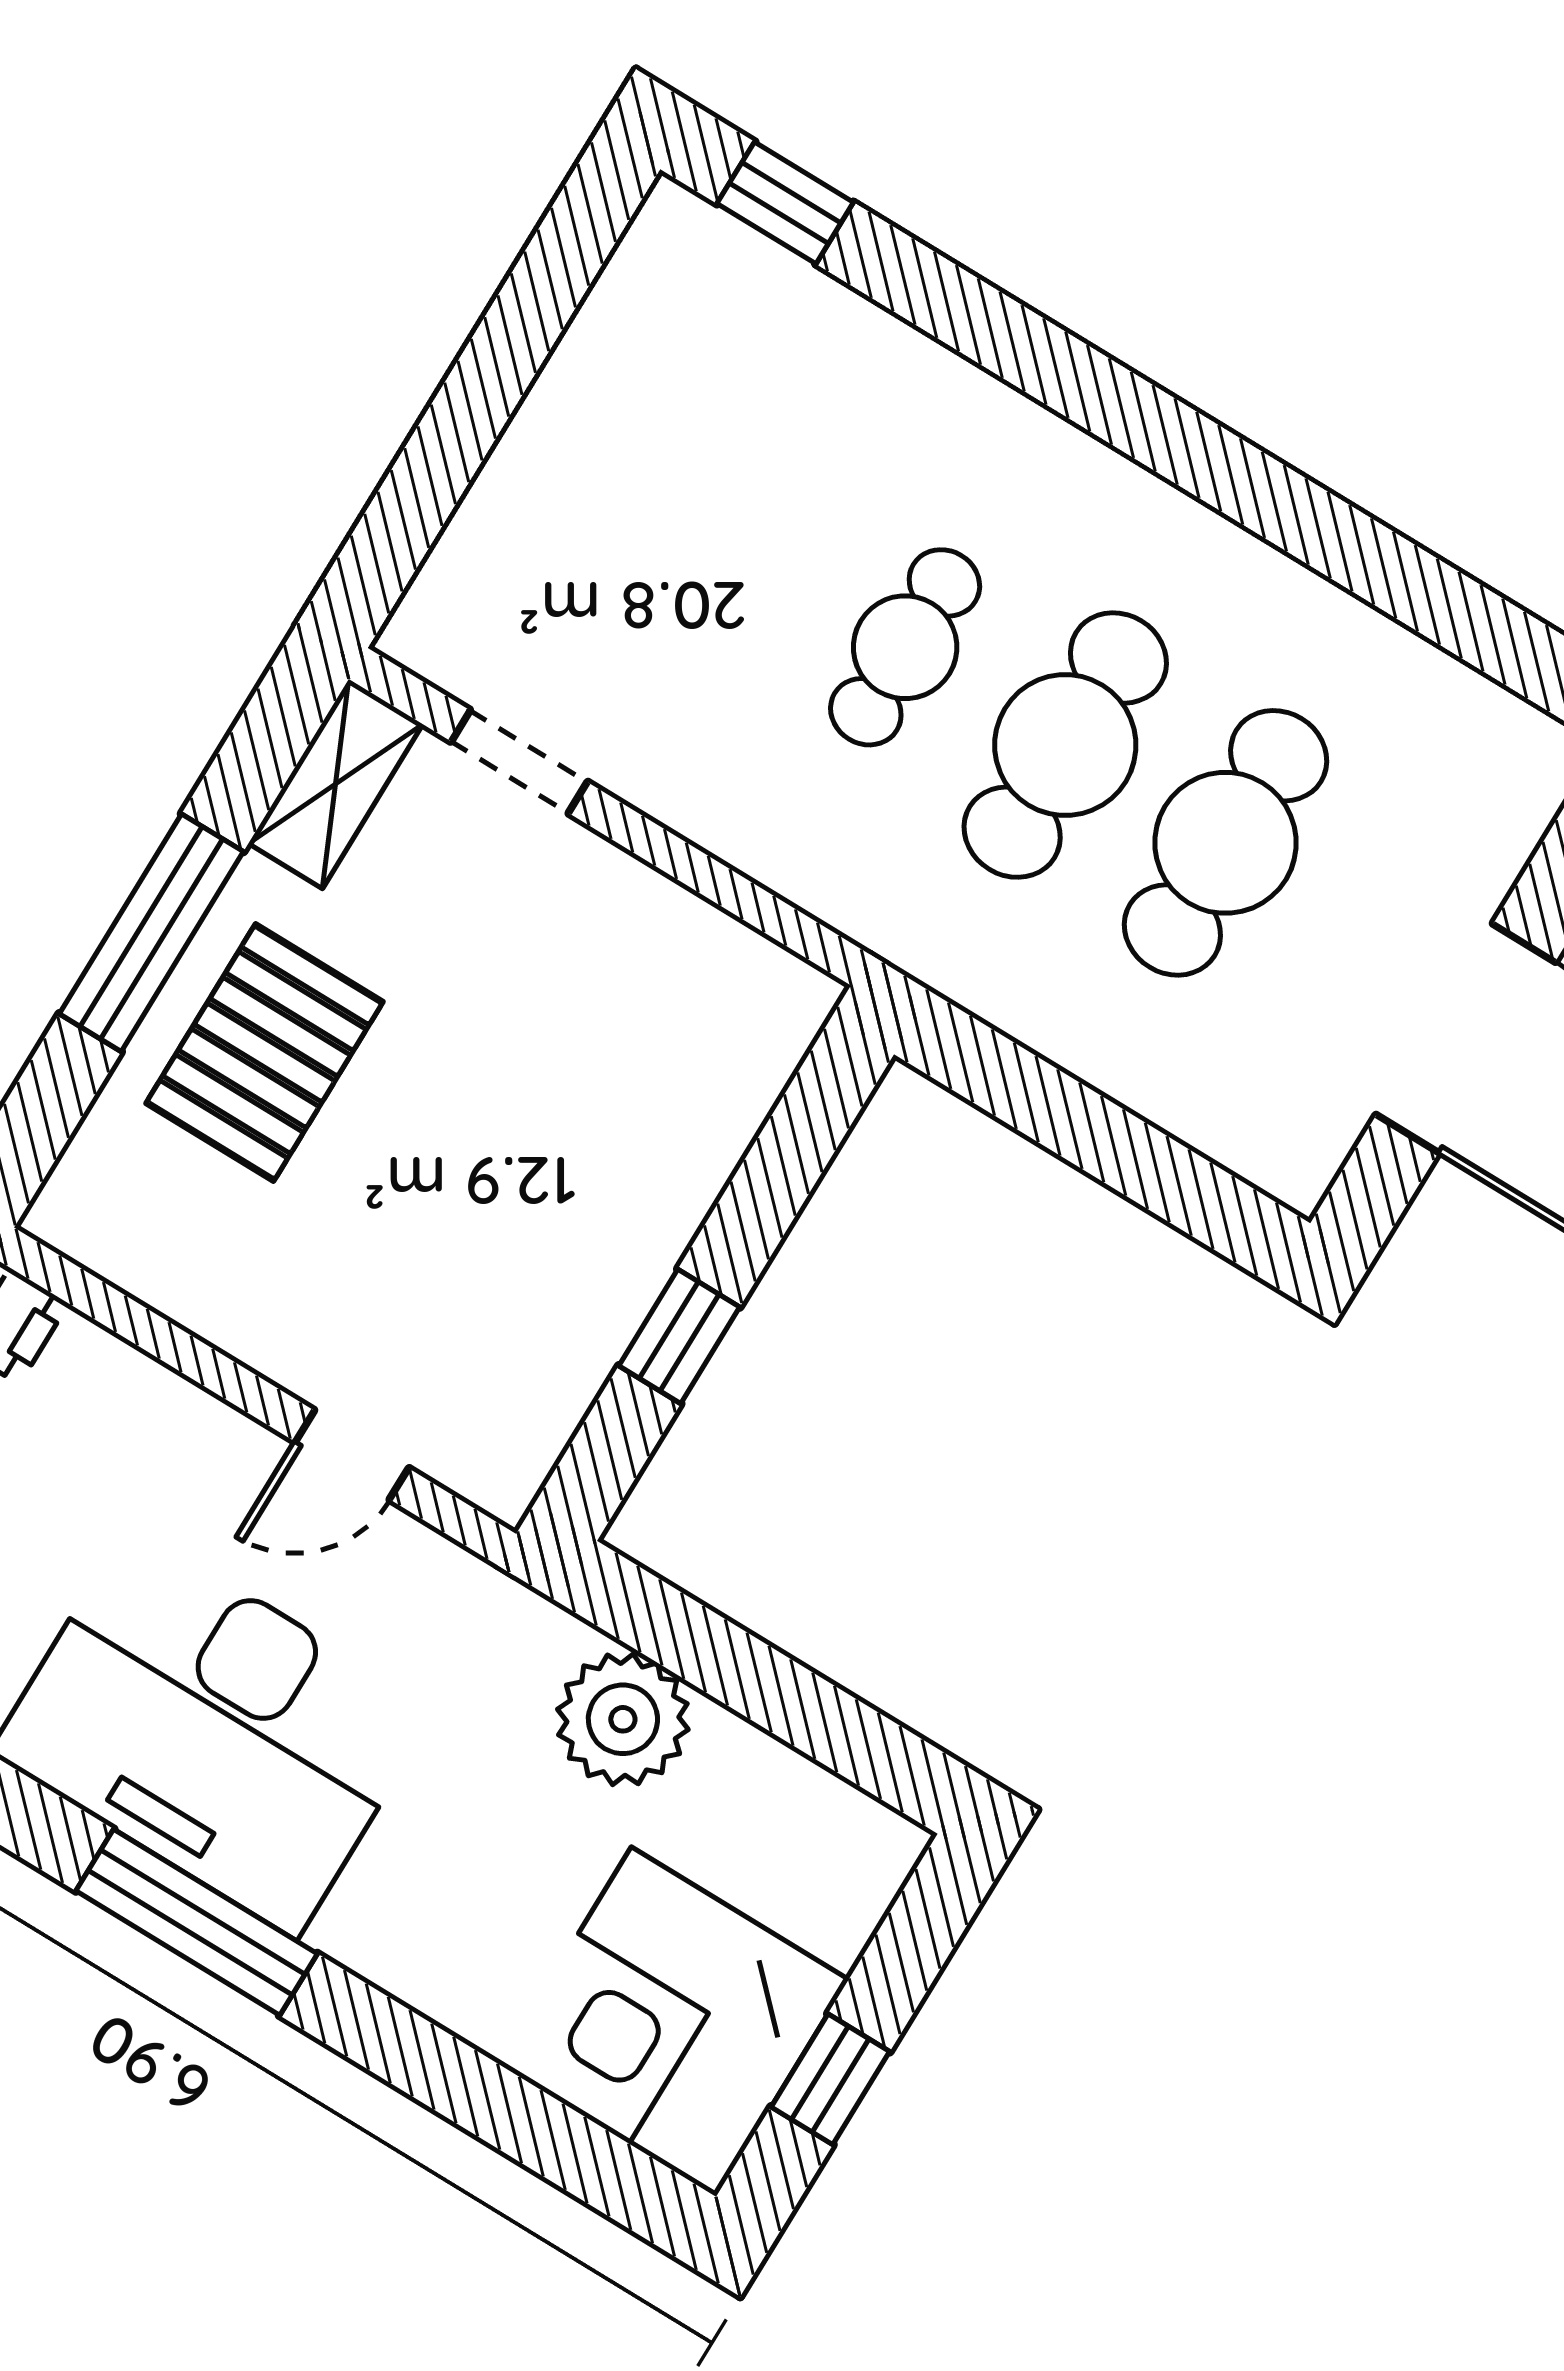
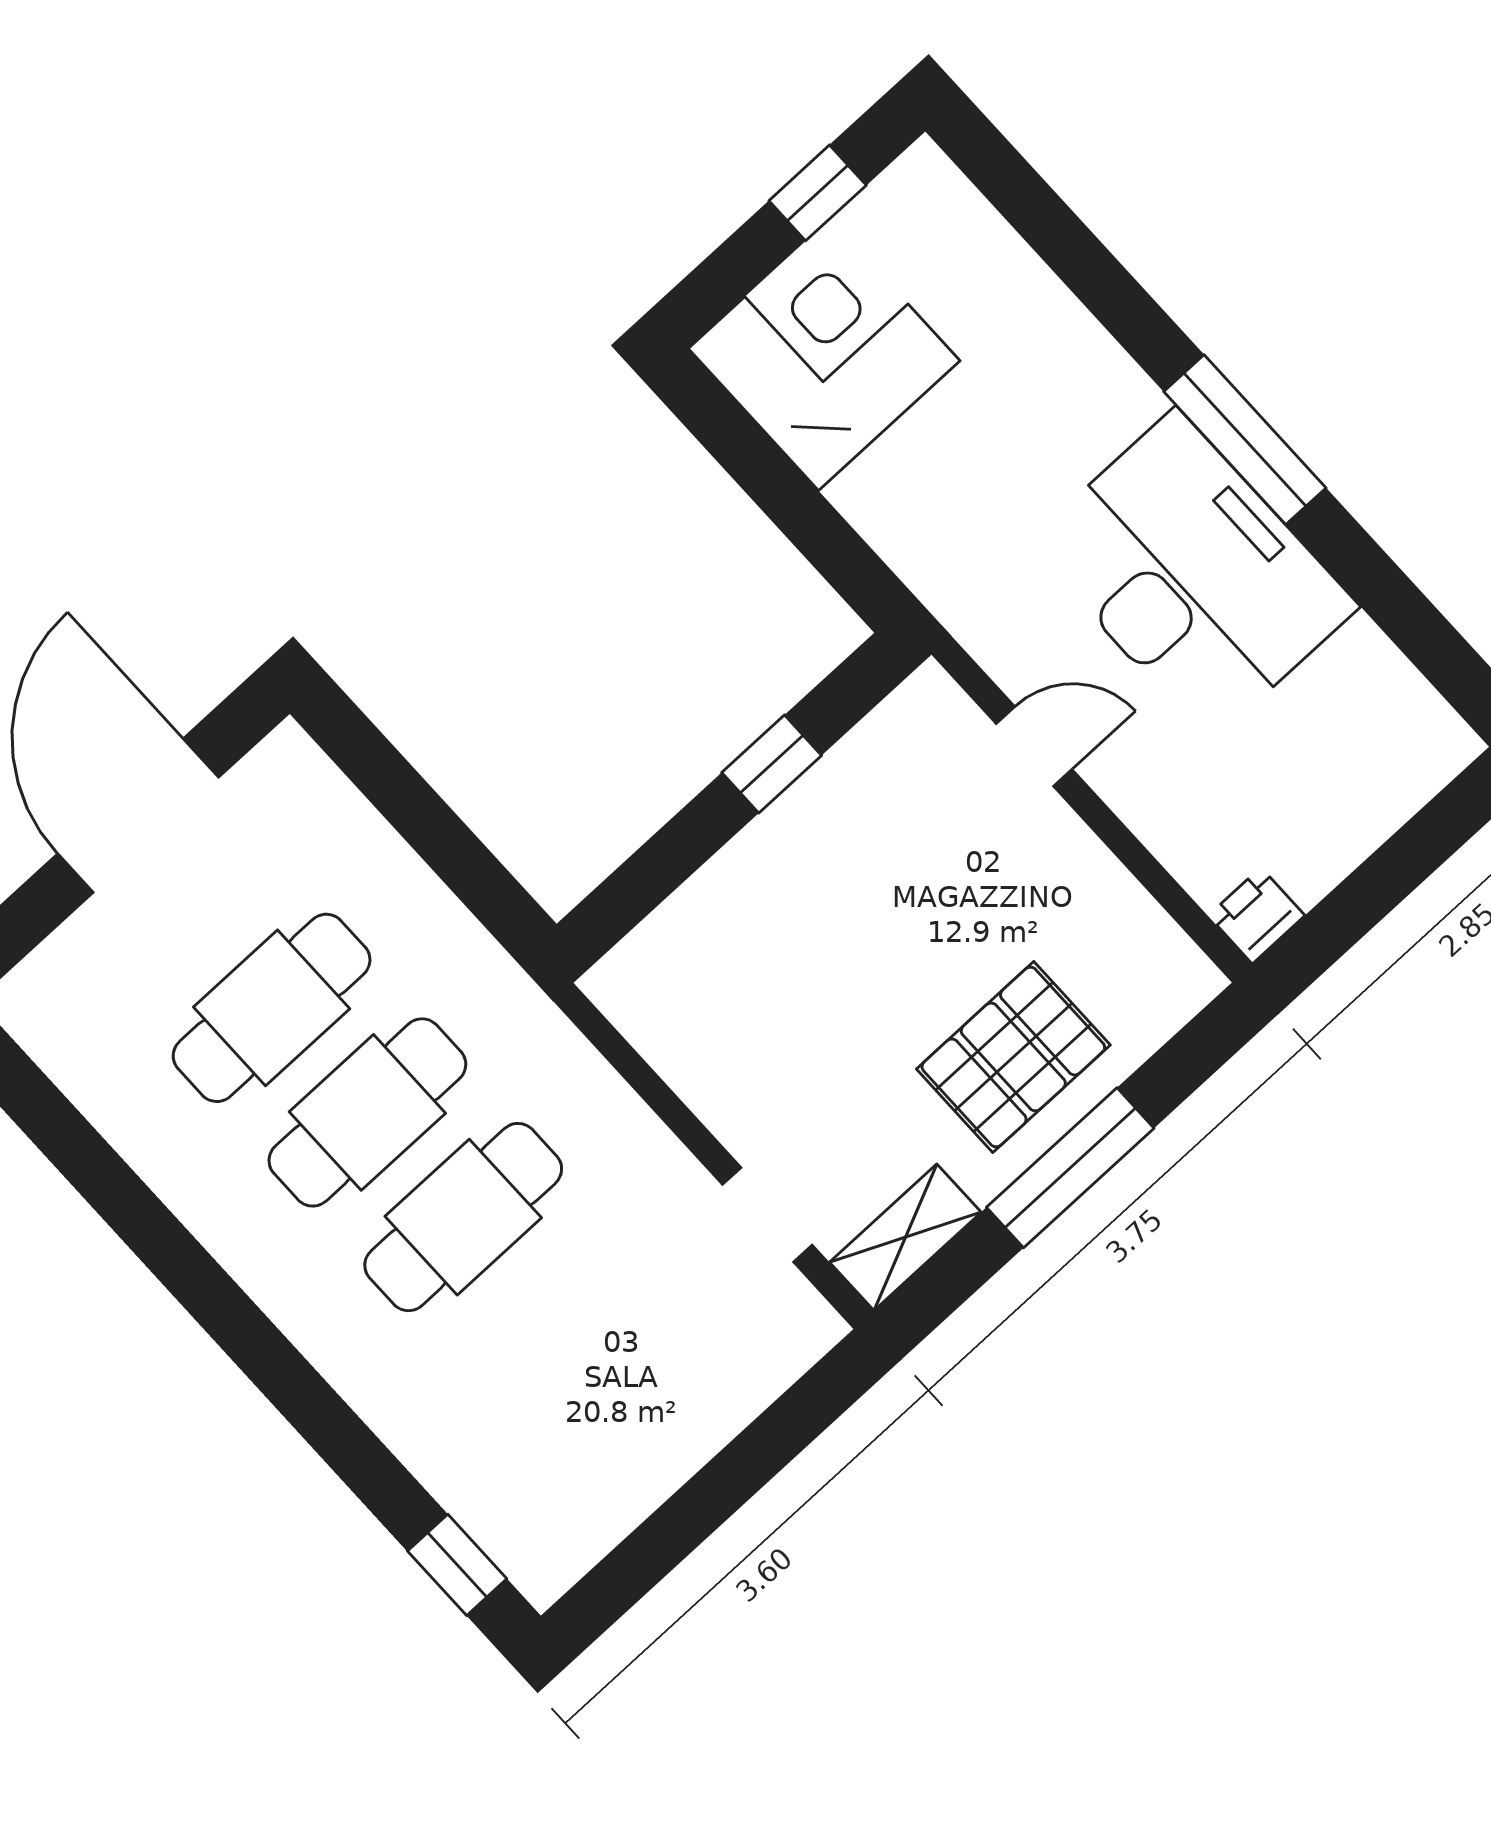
cafe table: (905, 647) -> (463, 1217), width x1.37, depth x1.35
plant: (623, 1719) -> (893, 498), removed
corner desk: (674, 2022) -> (824, 355), moved, turned -90

